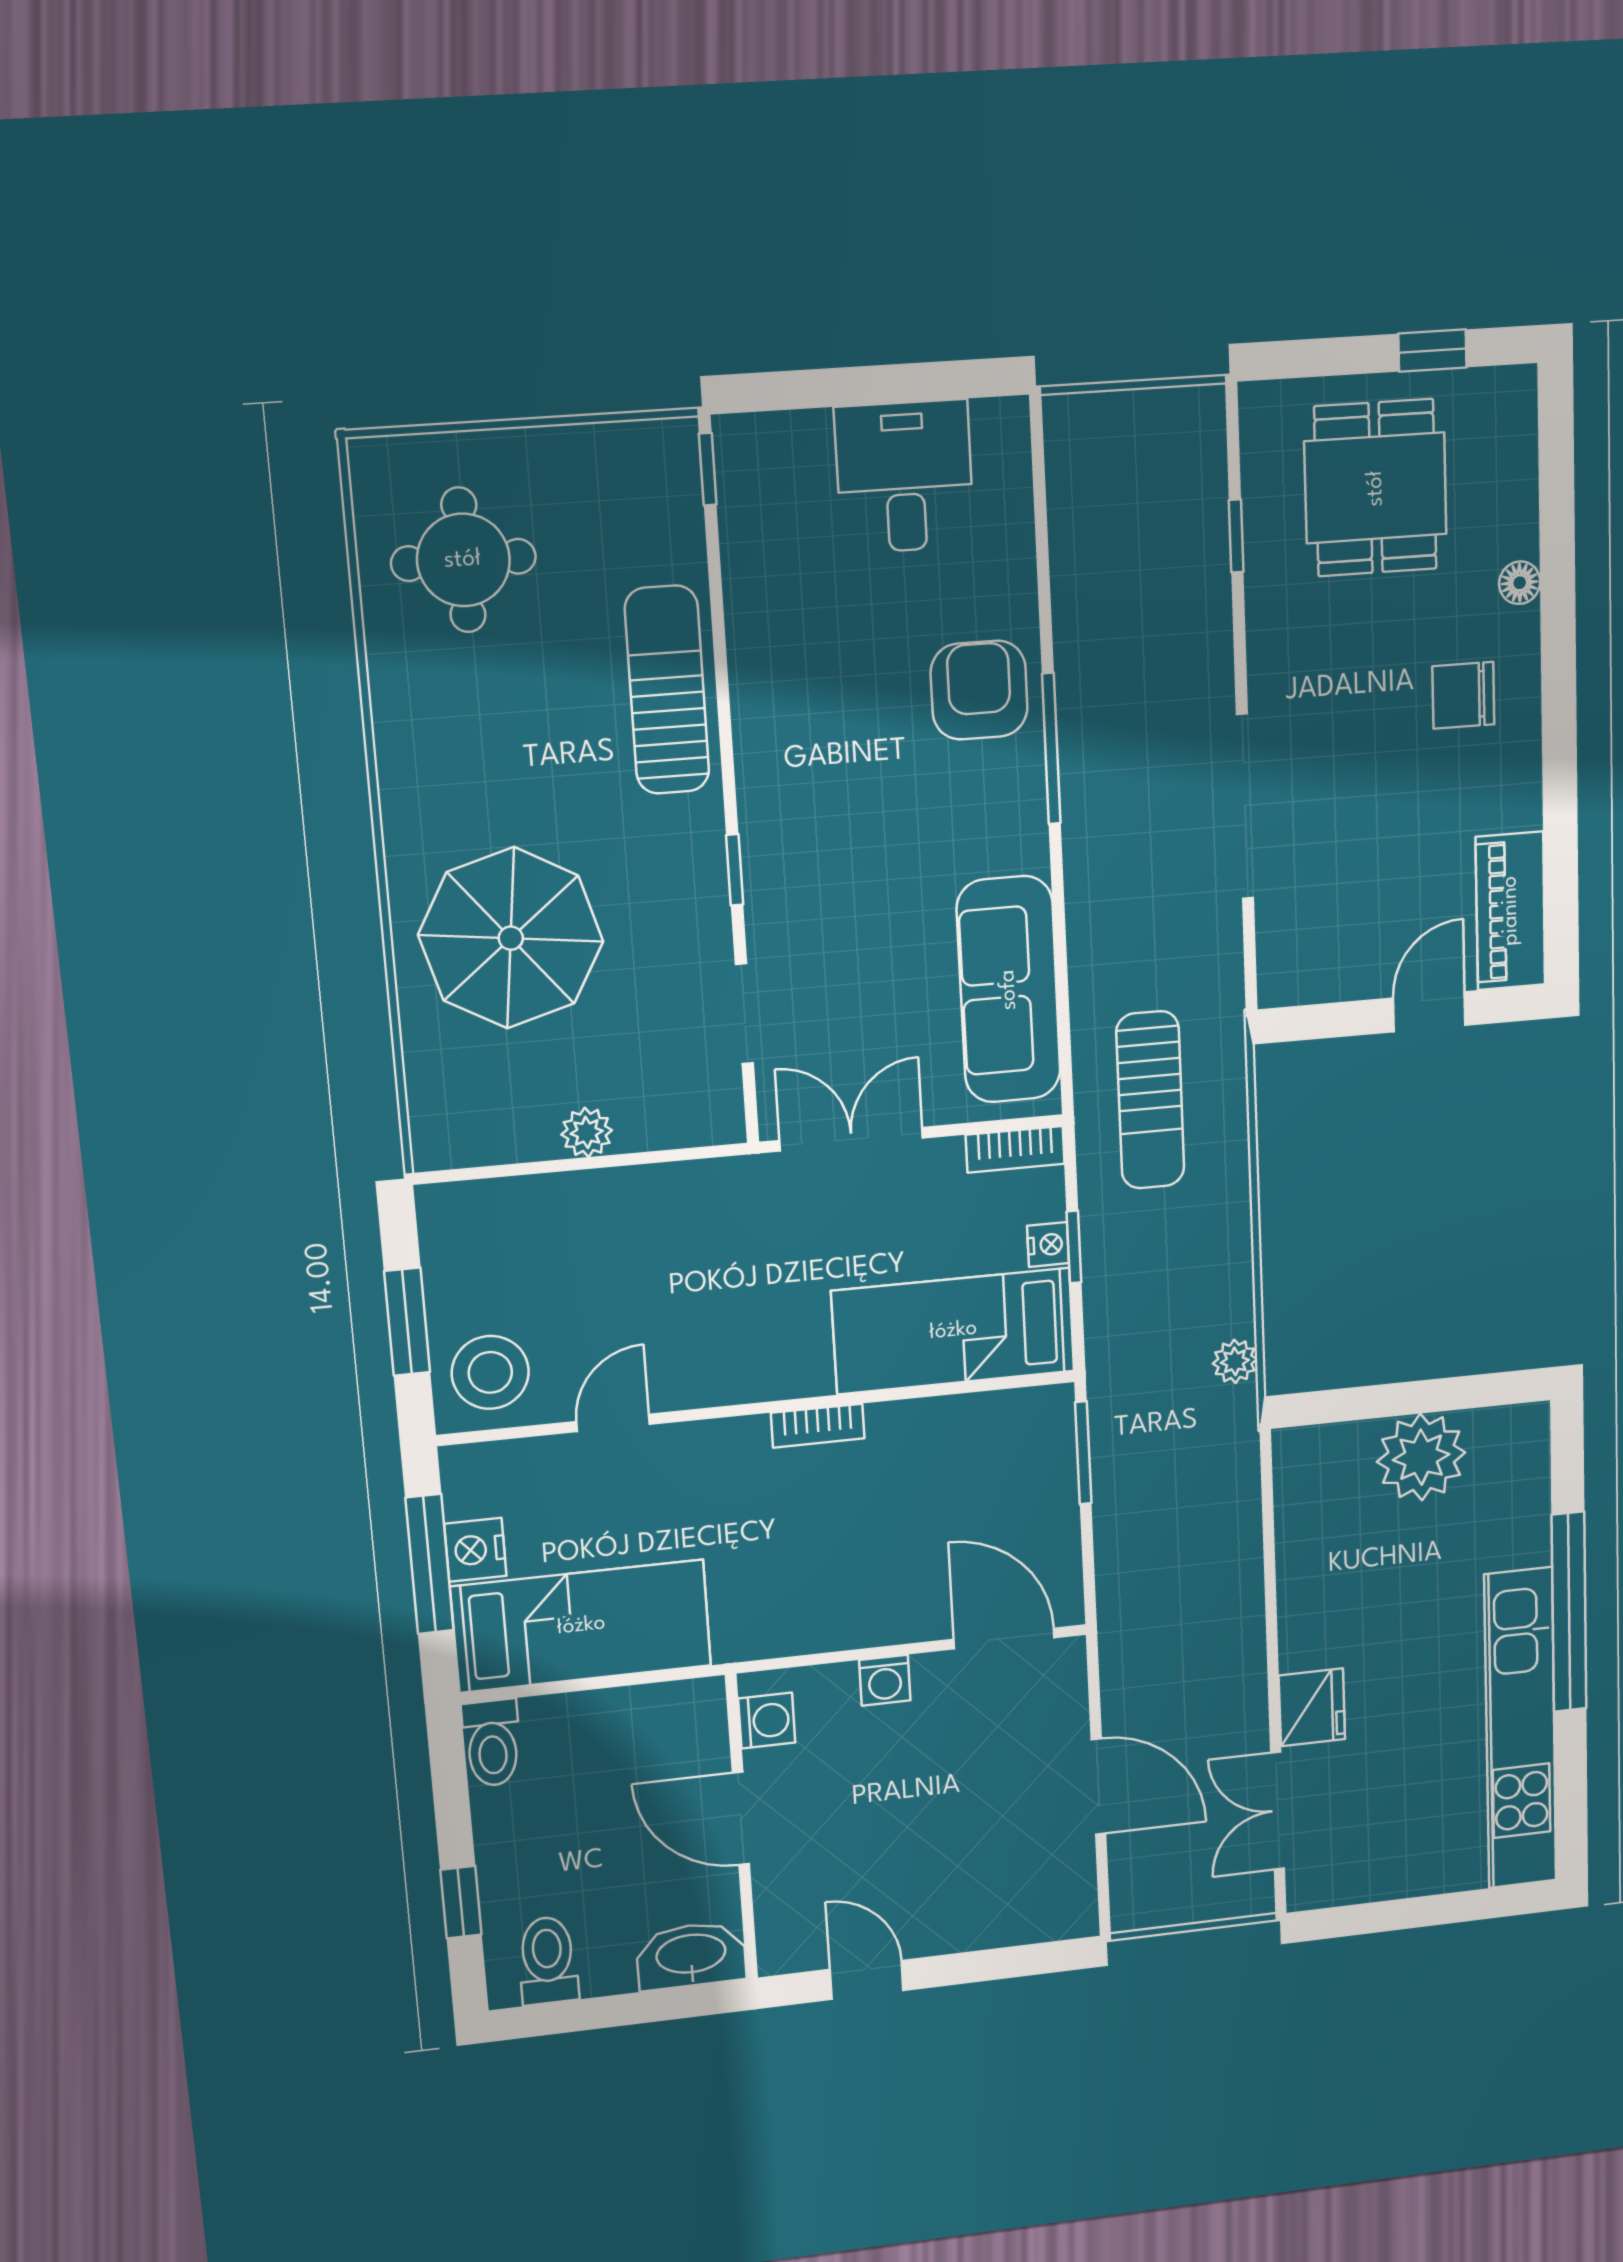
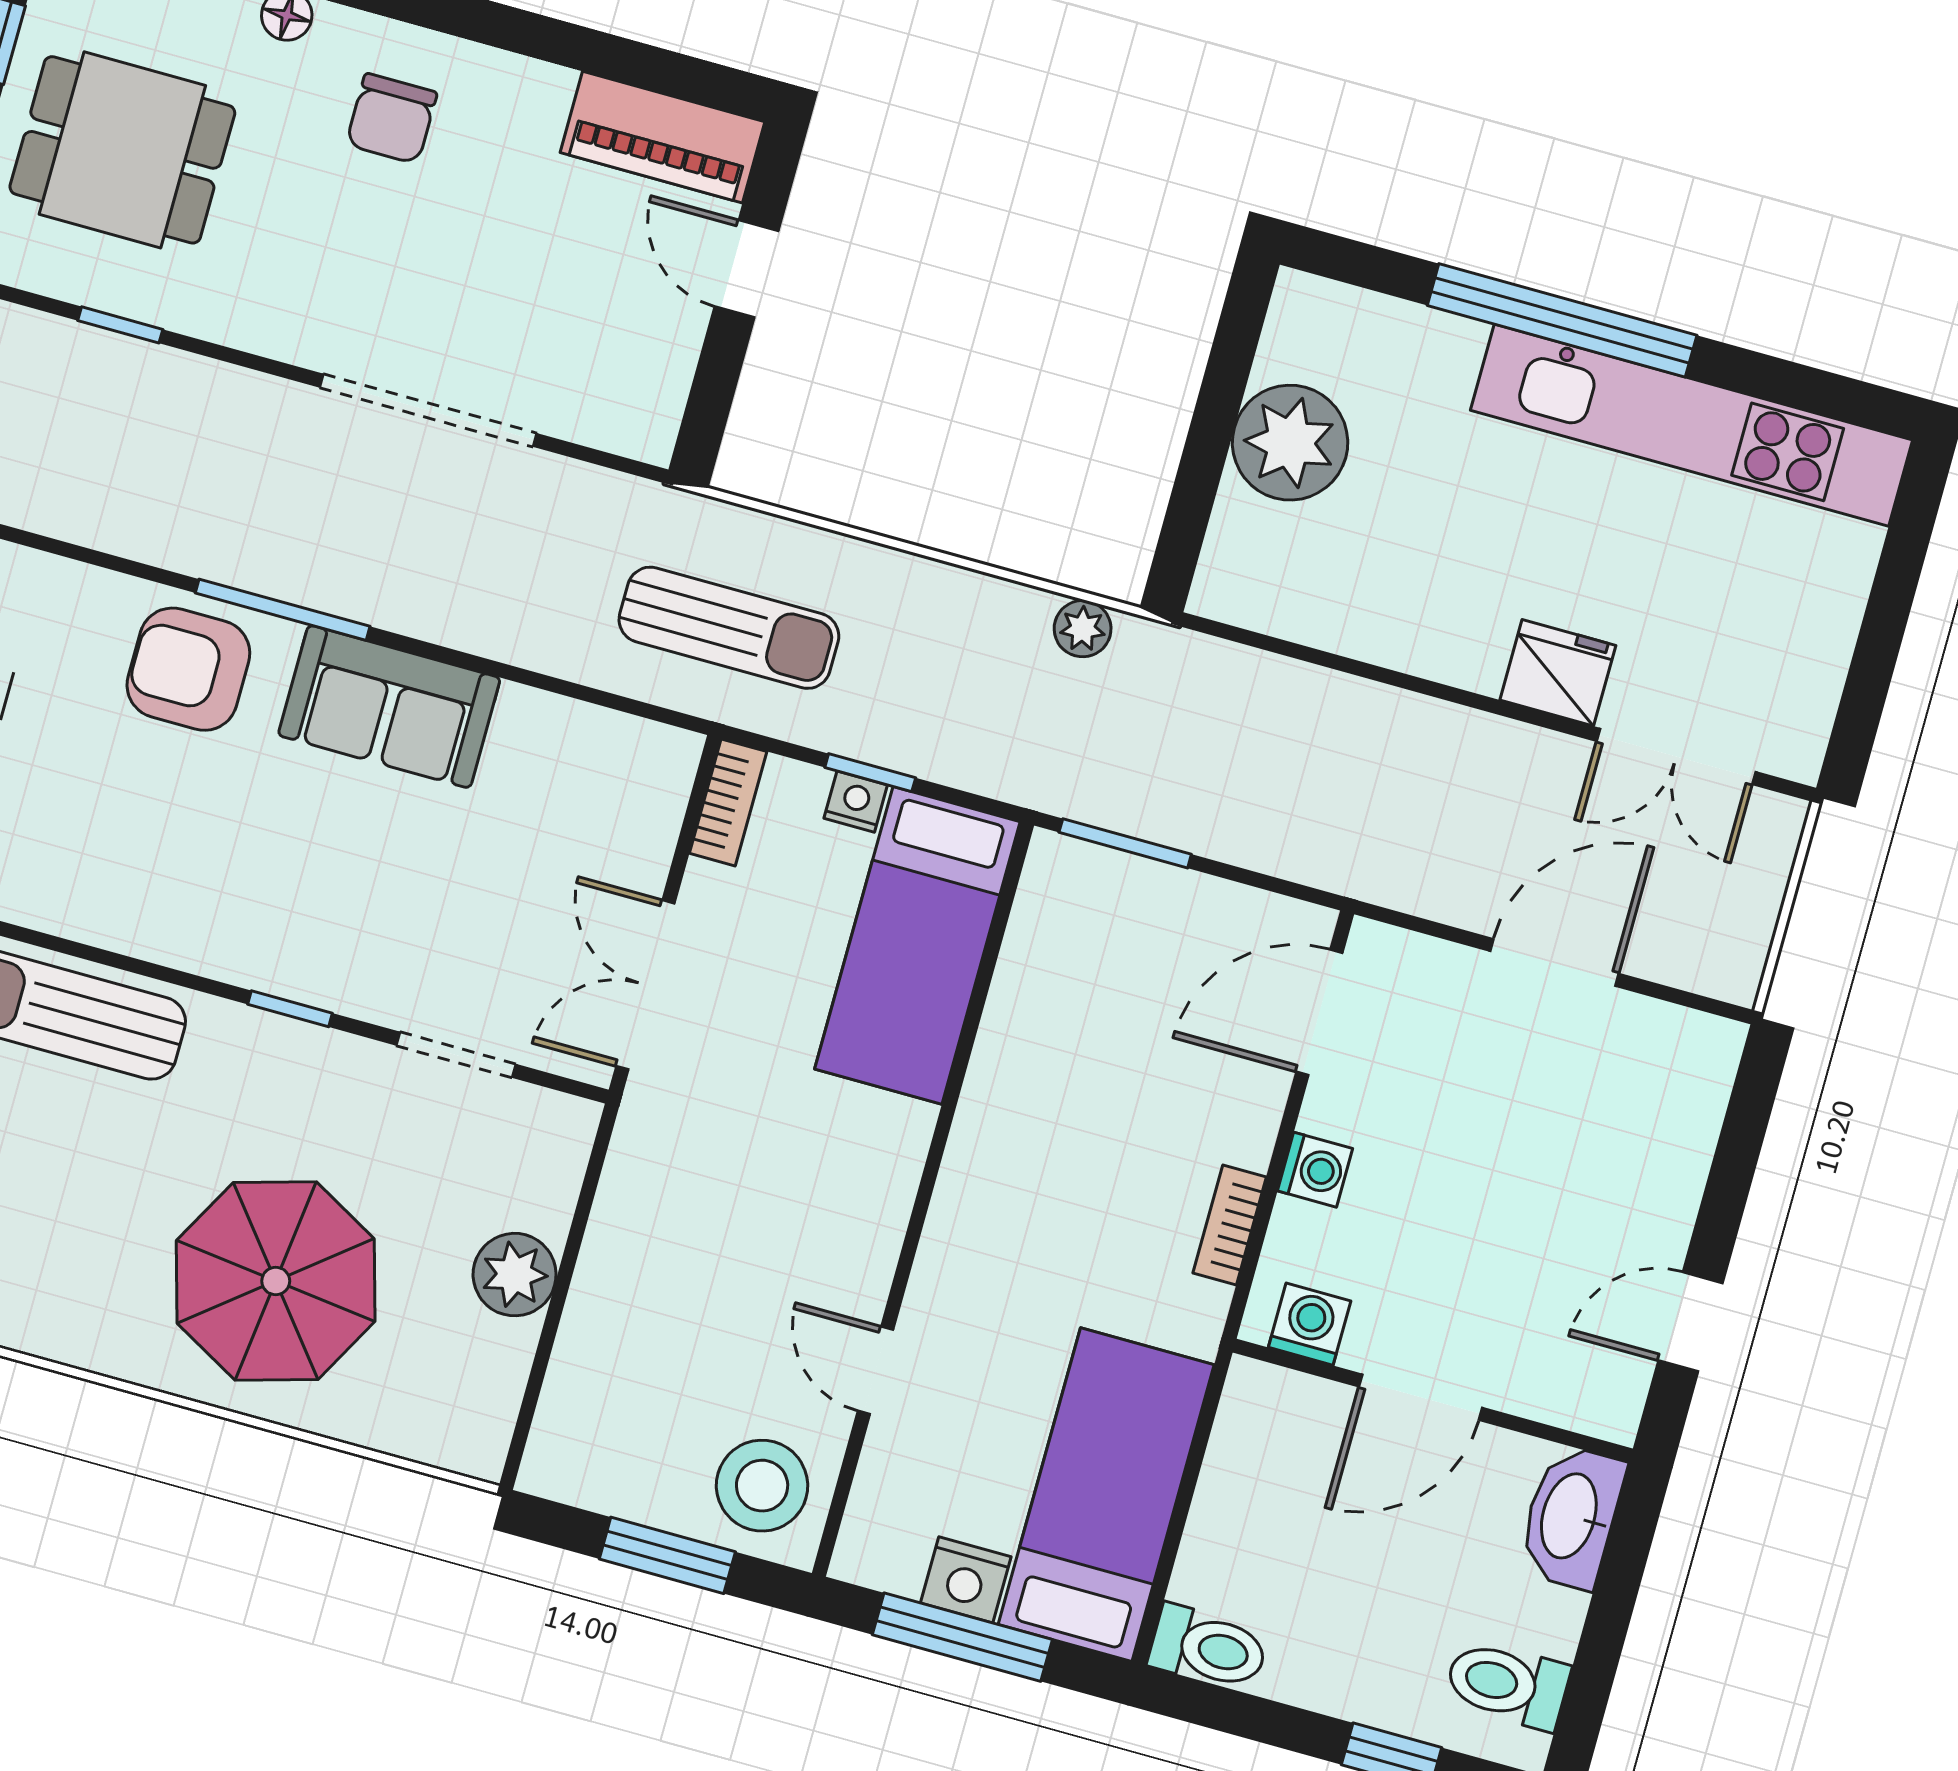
sofa: (1009, 990) -> (389, 707), moved, width x0.73
plant: (587, 1132) -> (515, 1275), width x1.38, depth x1.38
bookcase: (818, 1426) -> (1230, 1225), moved, turned 180

